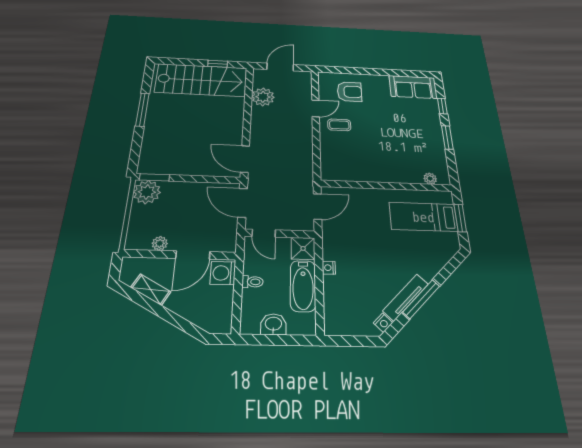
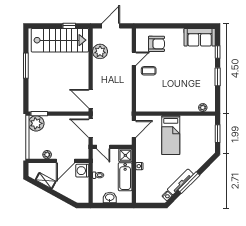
bed: (423, 217) -> (171, 135), moved, turned -90

